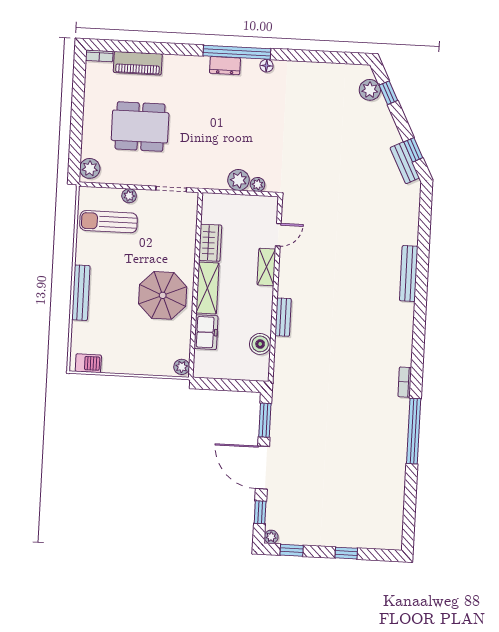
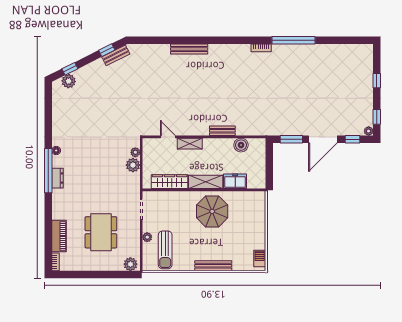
wardrobe: (210, 243) -> (170, 182), width x1.50
plant: (182, 367) -> (259, 196), removed

